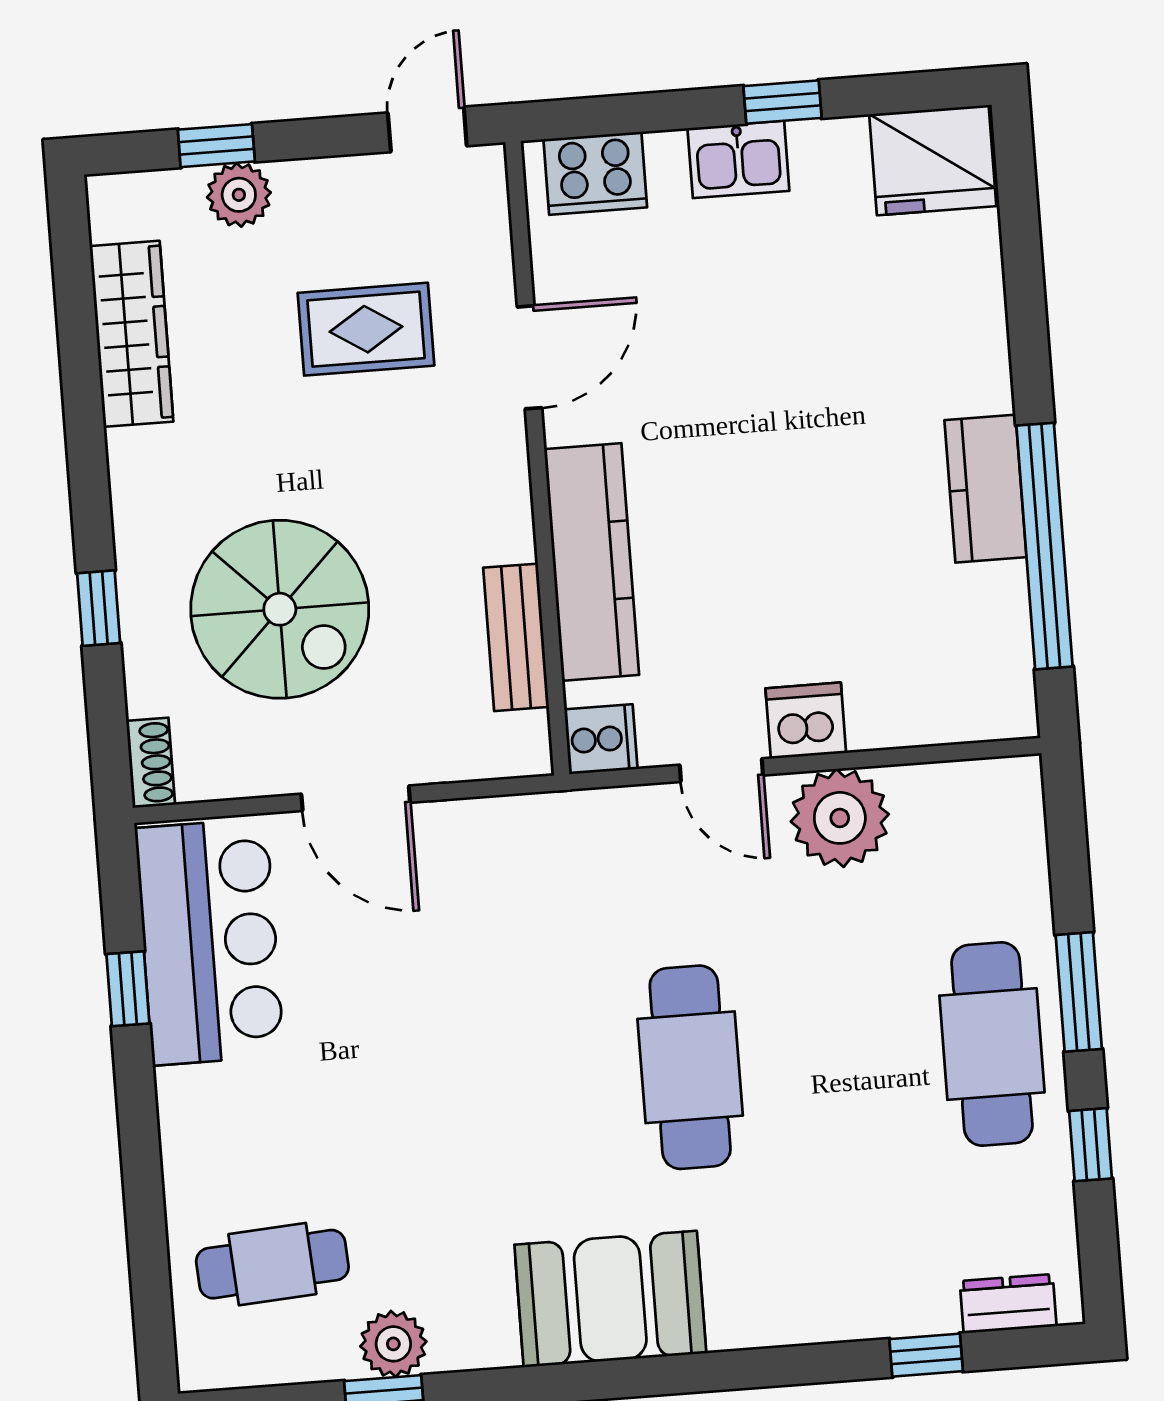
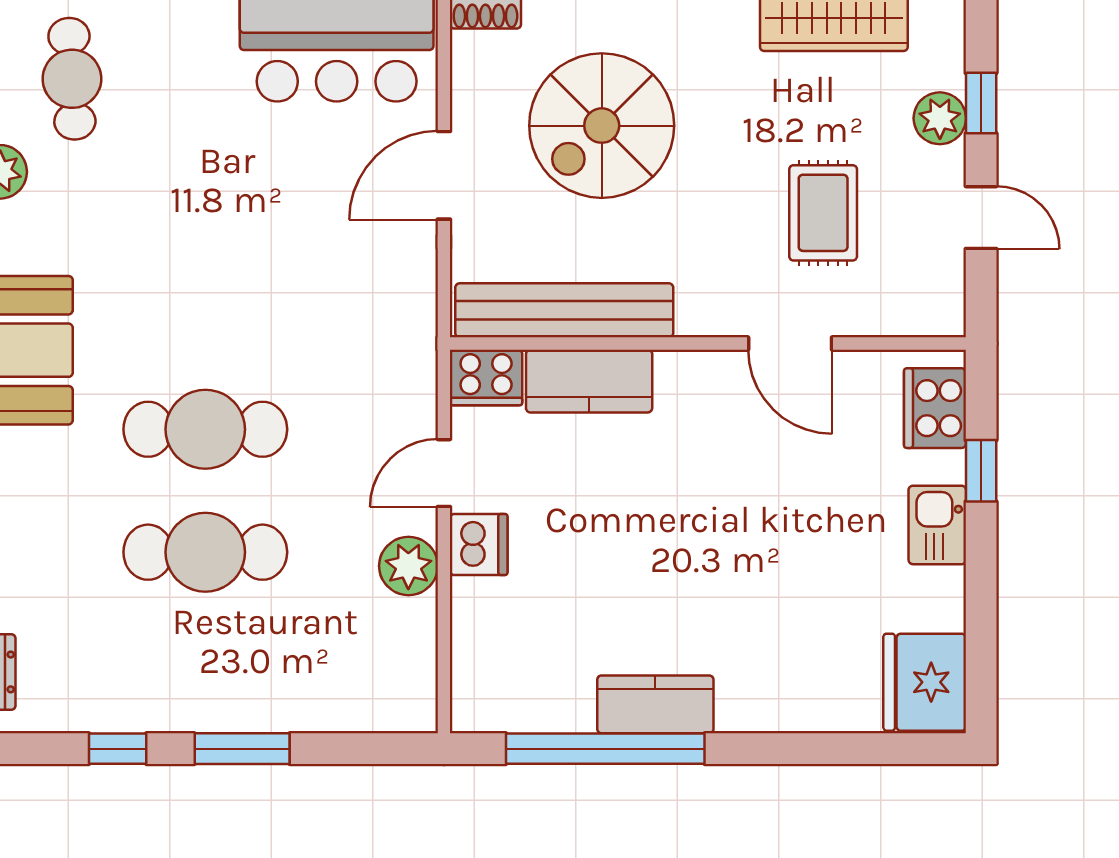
window: (782, 102) -> (981, 471), moved
door: (427, 129) -> (981, 218), moved
kitchen counter: (592, 562) -> (589, 381), width x0.67
bench: (516, 637) -> (564, 310), width x1.86, depth x1.21
cooker: (601, 739) -> (486, 377), width x1.36
plant: (840, 818) -> (408, 566), width x0.73, depth x0.73
cafe table: (992, 1044) -> (205, 552), moved

